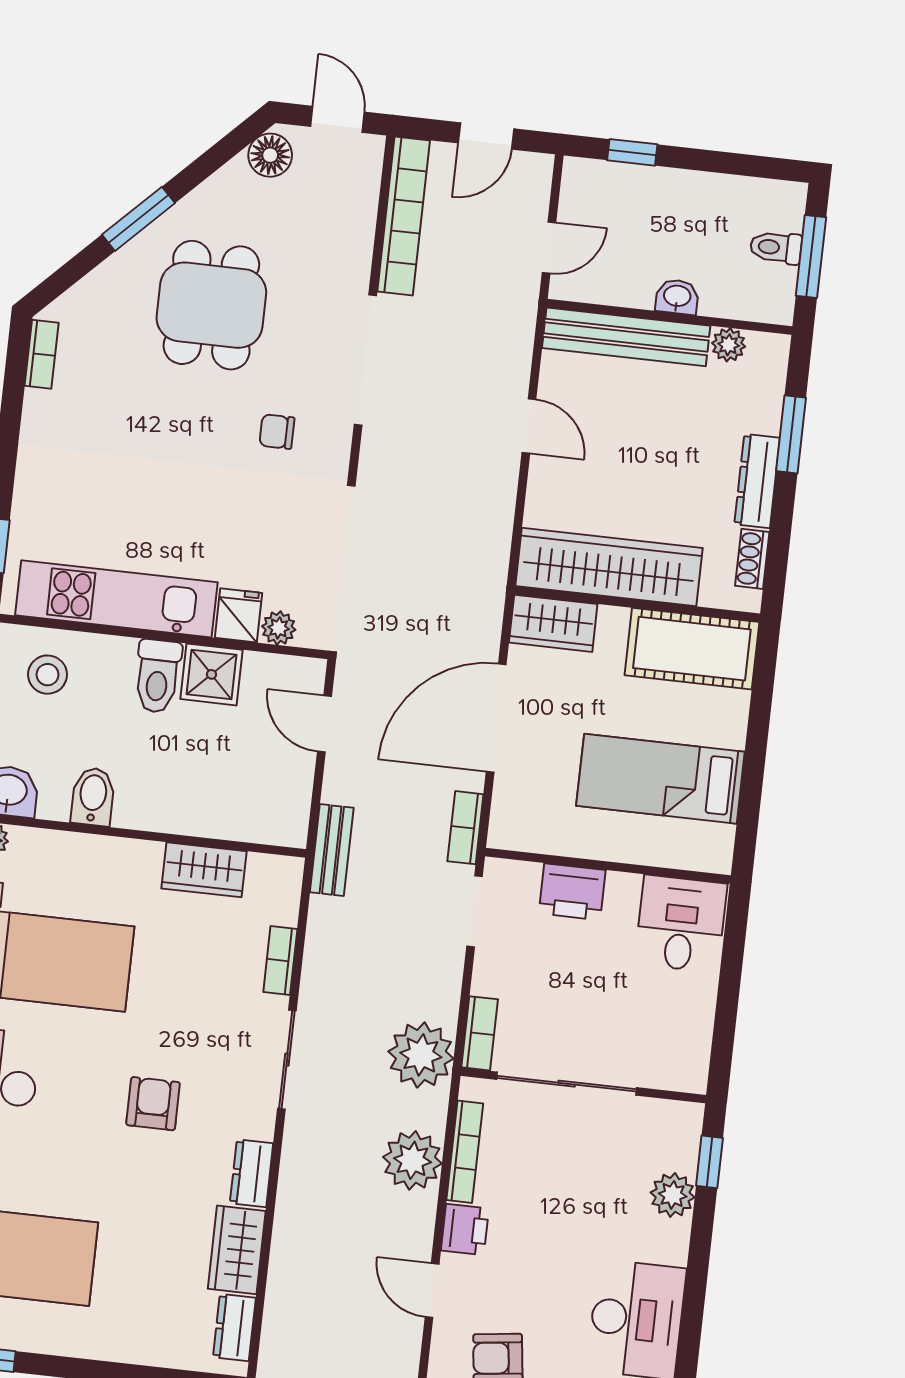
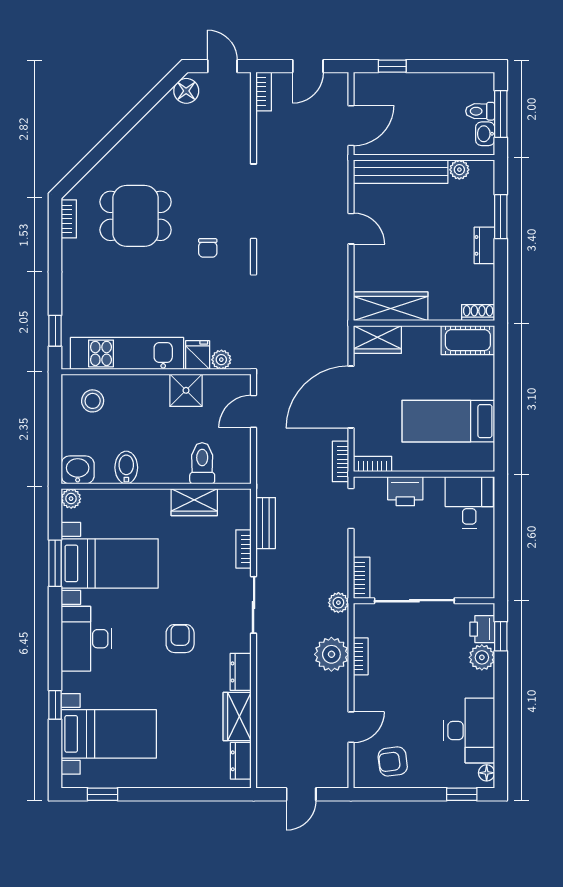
bookcase: (404, 216) -> (264, 92), width x0.43, depth x0.76
window: (138, 219) -> (115, 136), removed
door: (549, 248) -> (351, 126), width x1.37
washbasin: (677, 297) -> (485, 134), moved, turned -90
dining table: (211, 305) -> (136, 216), moved, turned 90
chair: (277, 432) -> (208, 248), turned -90
dresser: (757, 481) -> (484, 245), width x0.70
shoe rack: (752, 559) -> (478, 313), moved, turned 90
wardrobe: (609, 567) -> (391, 306), width x0.71, depth x0.85
cot: (692, 649) -> (468, 340), width x0.73, depth x0.75
toilet: (158, 676) -> (202, 463), moved, turned 180
door: (325, 724) -> (254, 411), hinge flipped
bookcase: (521, 838) -> (373, 464), added
bench: (332, 850) -> (266, 523), moved
plant: (421, 1055) -> (338, 603), width x0.53, depth x0.53
bookcase: (465, 1152) -> (361, 656), width x0.64
printer: (465, 1229) -> (482, 629), moved, turned 180
door: (432, 1290) -> (351, 727), swing flipped

